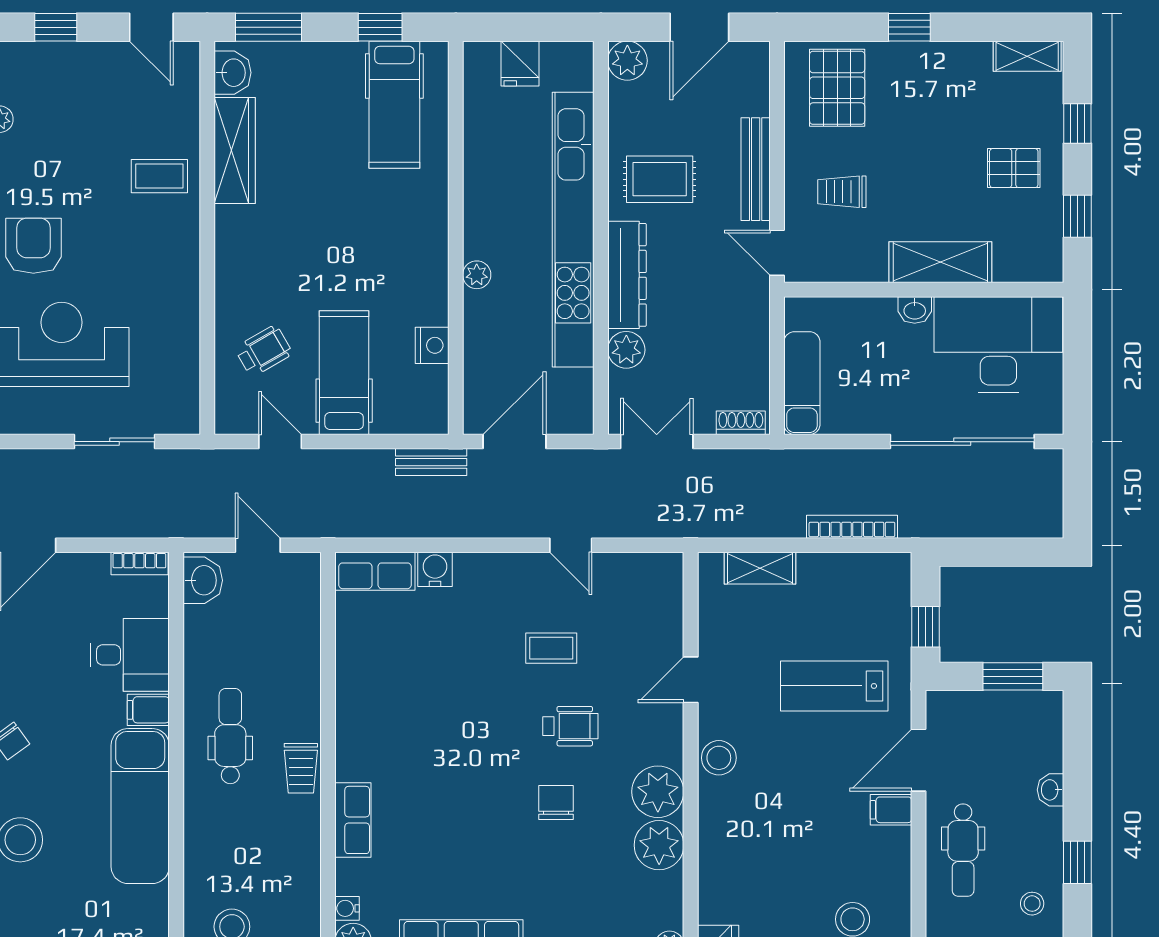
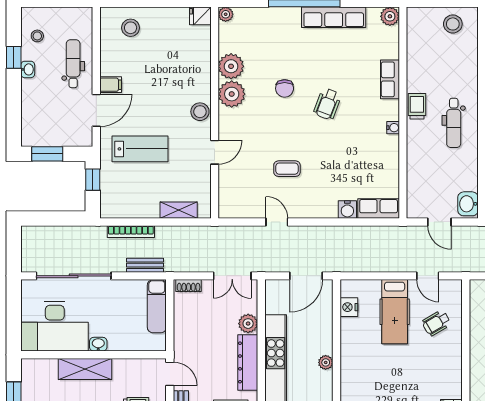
nightstand: (432, 345) -> (349, 307), moved
bench: (431, 462) -> (145, 265), moved
wheelchair: (570, 726) -> (327, 104), moved, turned -69
washbasin: (1050, 790) -> (28, 69), moved
water cooler: (347, 908) -> (393, 128), moved

